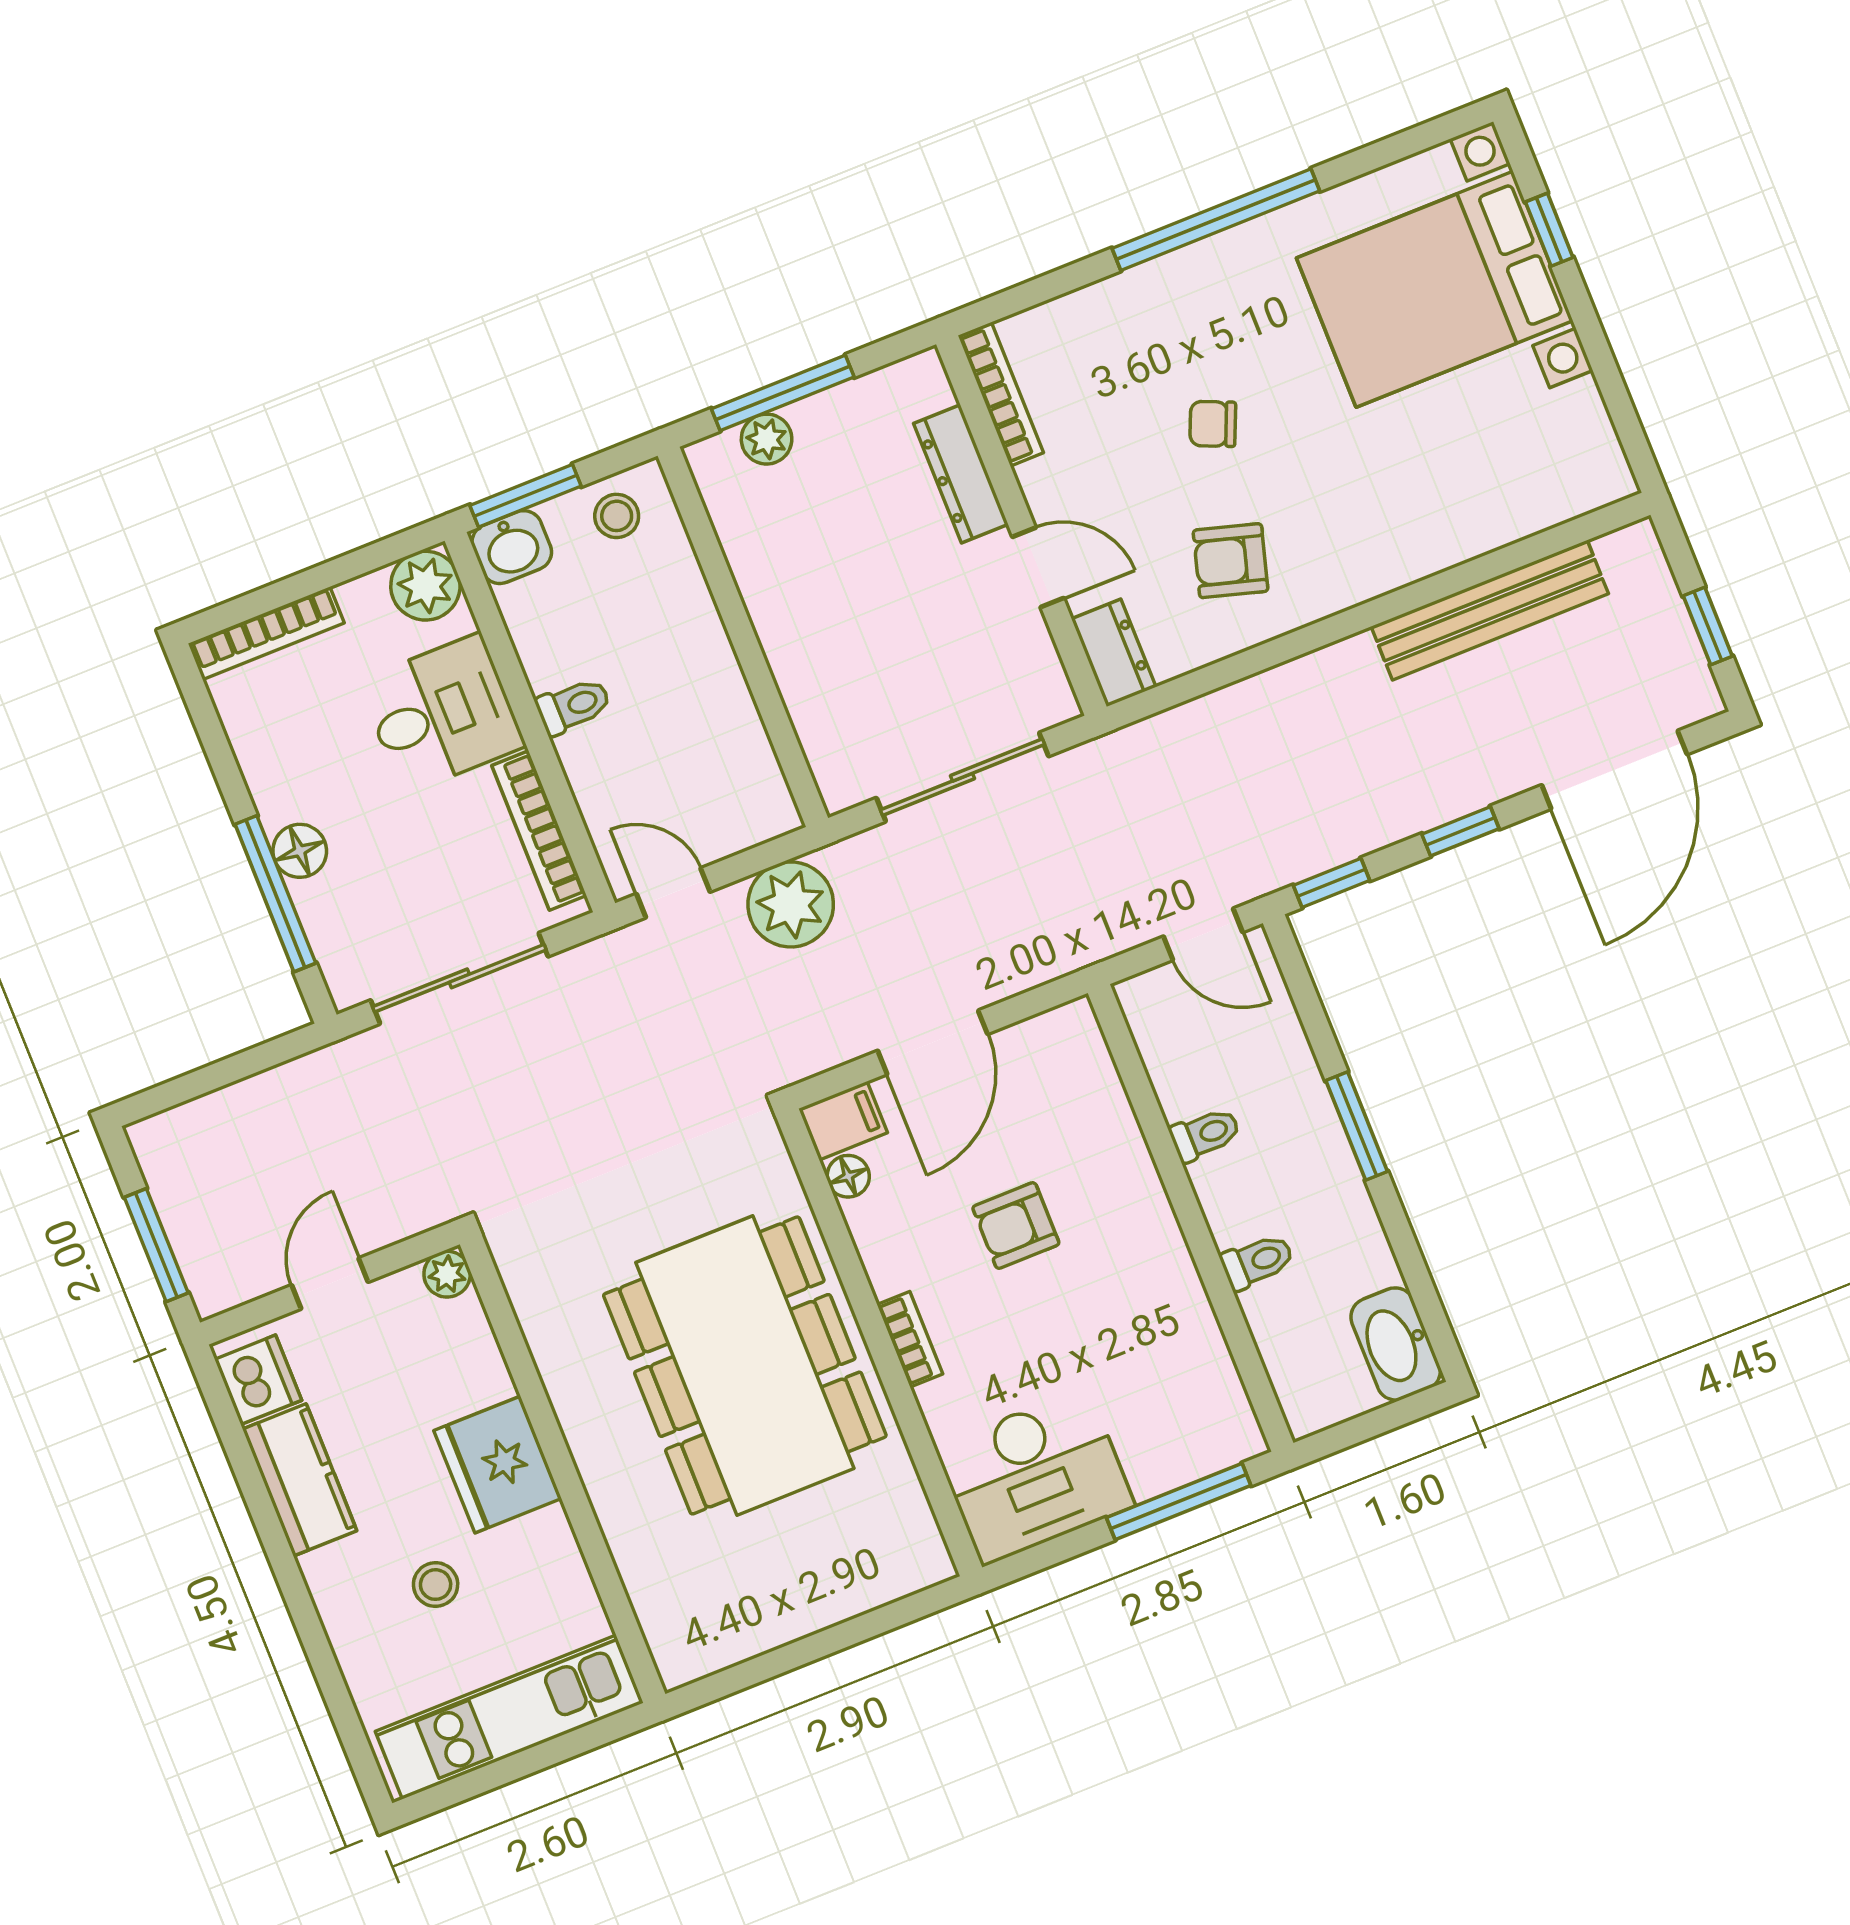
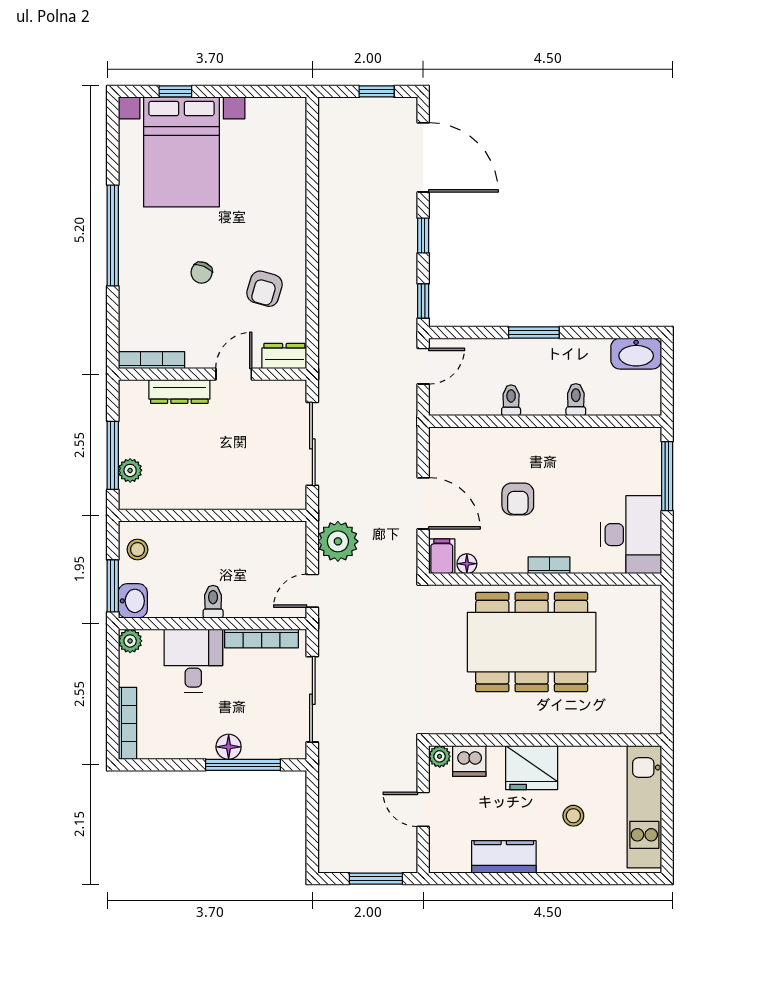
plant: (425, 586) -> (130, 641), width x0.73, depth x0.73
bench: (1490, 610) -> (331, 184), removed
dishwasher: (258, 1380) -> (469, 761), moved, turned 180

